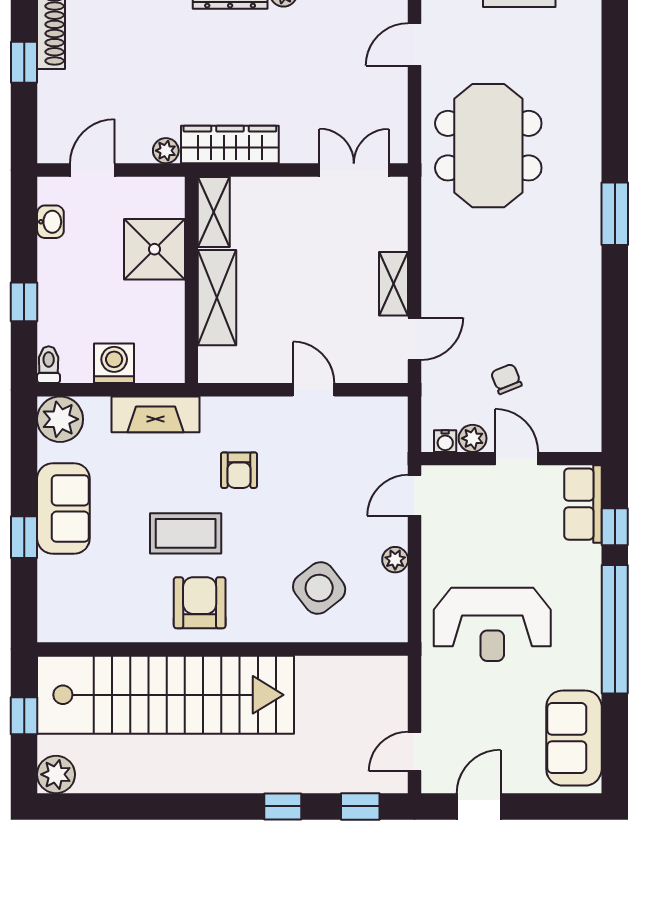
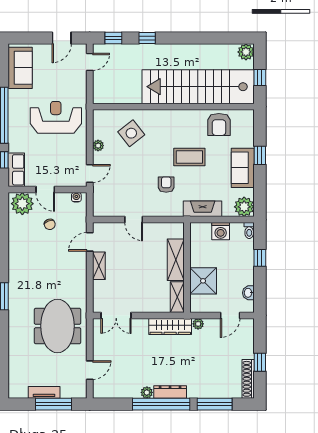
plant: (473, 438) -> (22, 204), moved, width x1.87, depth x1.87
armchair: (200, 603) -> (219, 124), moved

